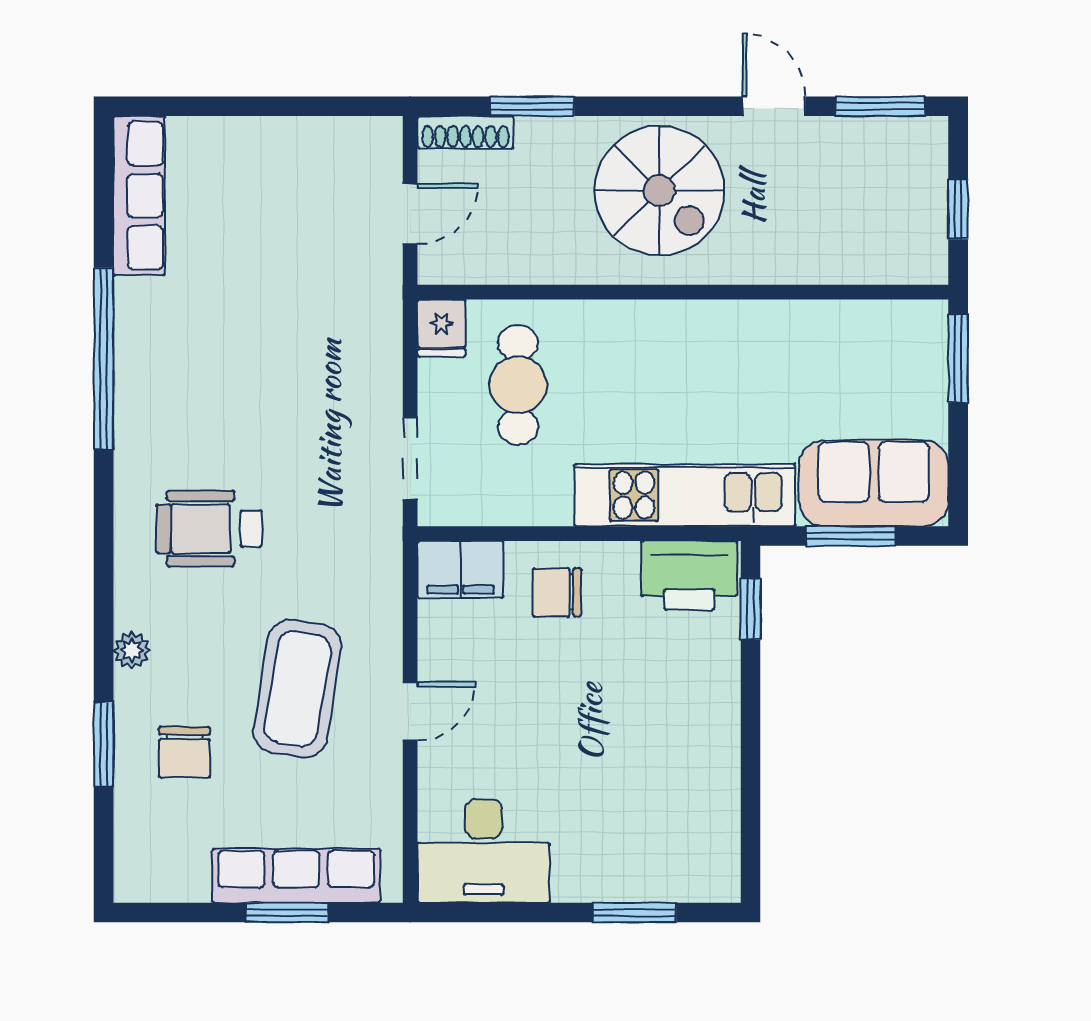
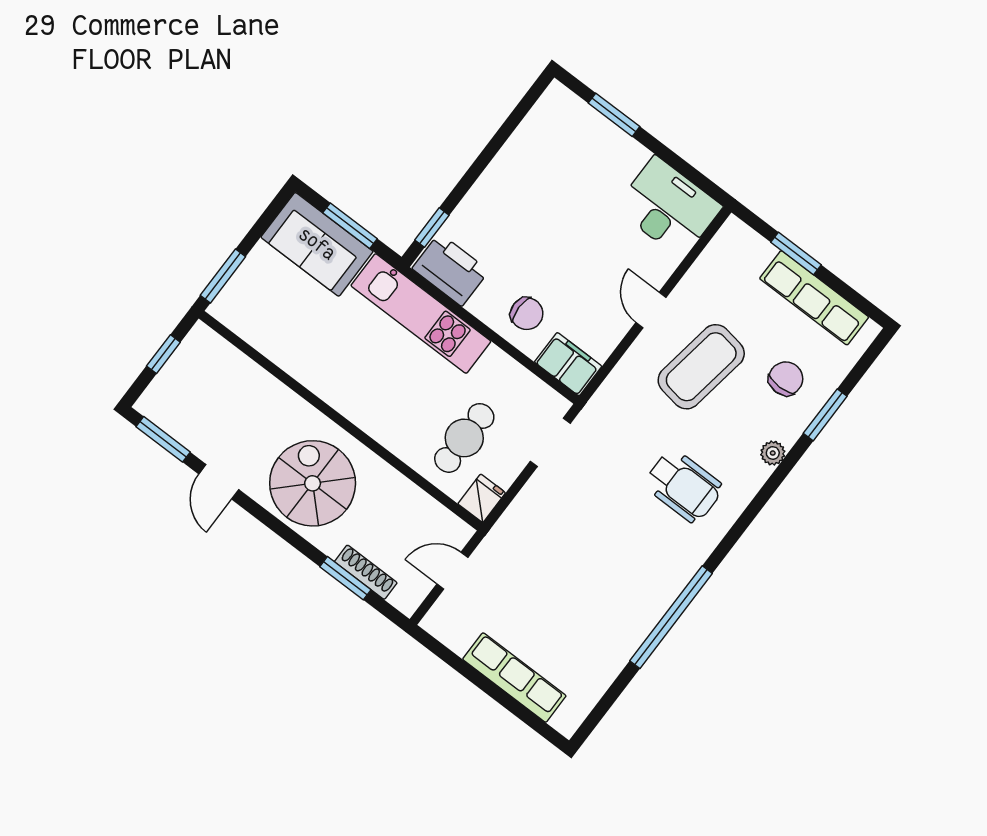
shoe rack: (465, 132) -> (366, 572), moved
row of seats: (139, 196) -> (514, 678), moved, turned 90
door: (410, 711) -> (651, 310), hinge flipped
row of seats: (296, 876) -> (814, 298), moved

